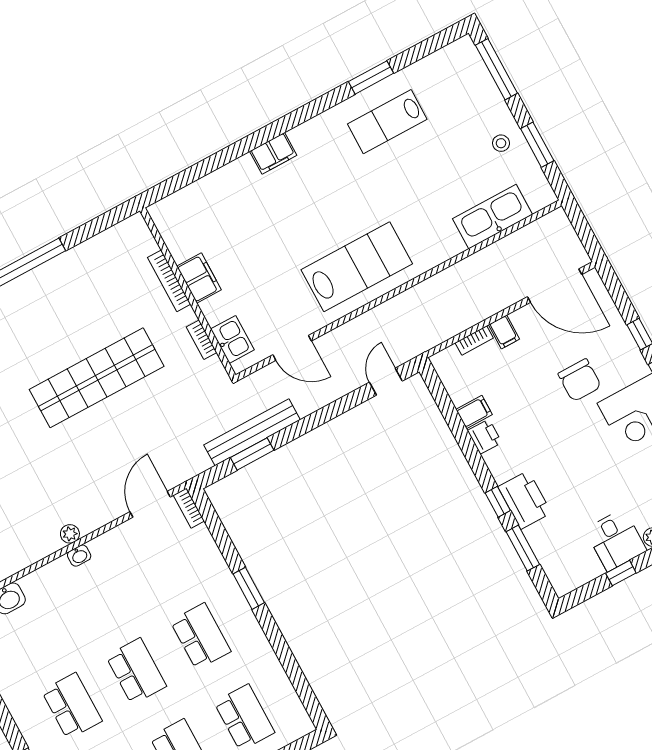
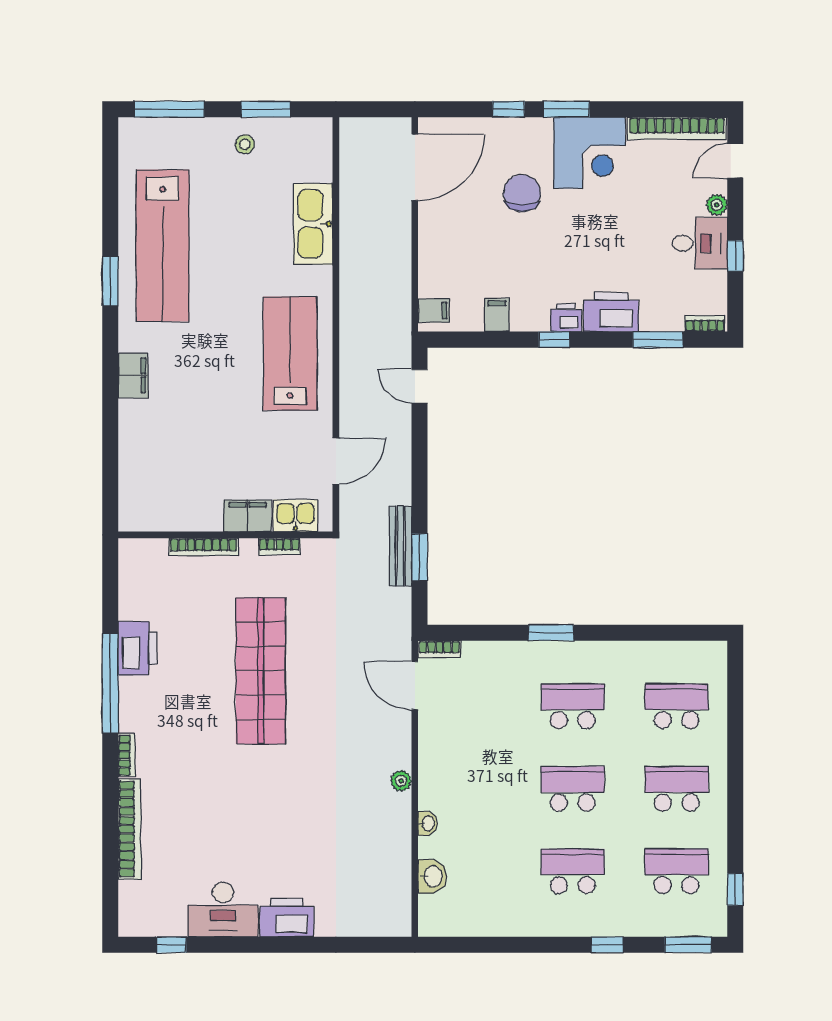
window: (371, 77) -> (110, 281), moved
lab bench: (387, 122) -> (163, 245), width x1.86, depth x1.39
kitchen sink: (493, 217) -> (313, 224), moved
printer: (62, 272) -> (137, 648), added
filing cabinet: (199, 278) -> (247, 516), moved
filing cabinet: (504, 332) -> (434, 311), moved
bookcase: (474, 340) -> (705, 324), moved, turned -90
chair: (580, 380) -> (522, 193), turned -90
bench: (252, 432) -> (400, 546), width x0.73, depth x0.82
printer: (485, 437) -> (566, 318), moved
window: (498, 502) -> (554, 340), moved
washbasin: (79, 556) -> (428, 823), moved

